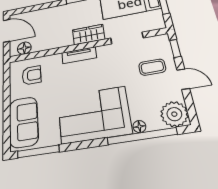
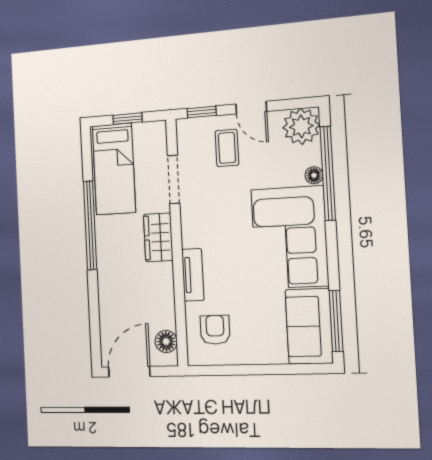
tv unit: (79, 55) -> (193, 275), moved
door: (183, 79) -> (251, 108), swing flipped
sofa: (24, 122) -> (309, 326), moved, turned -90

